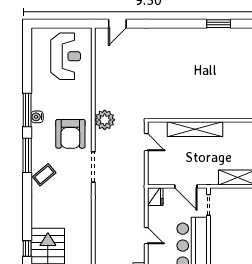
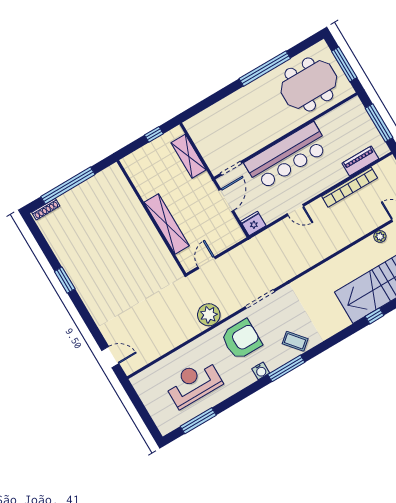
window: (219, 24) -> (65, 280), moved
reception desk: (66, 56) -> (193, 383), moved
window: (27, 110) -> (198, 421), moved
water cooler: (37, 117) -> (261, 371), moved
door: (146, 236) -> (295, 210), swing flipped

